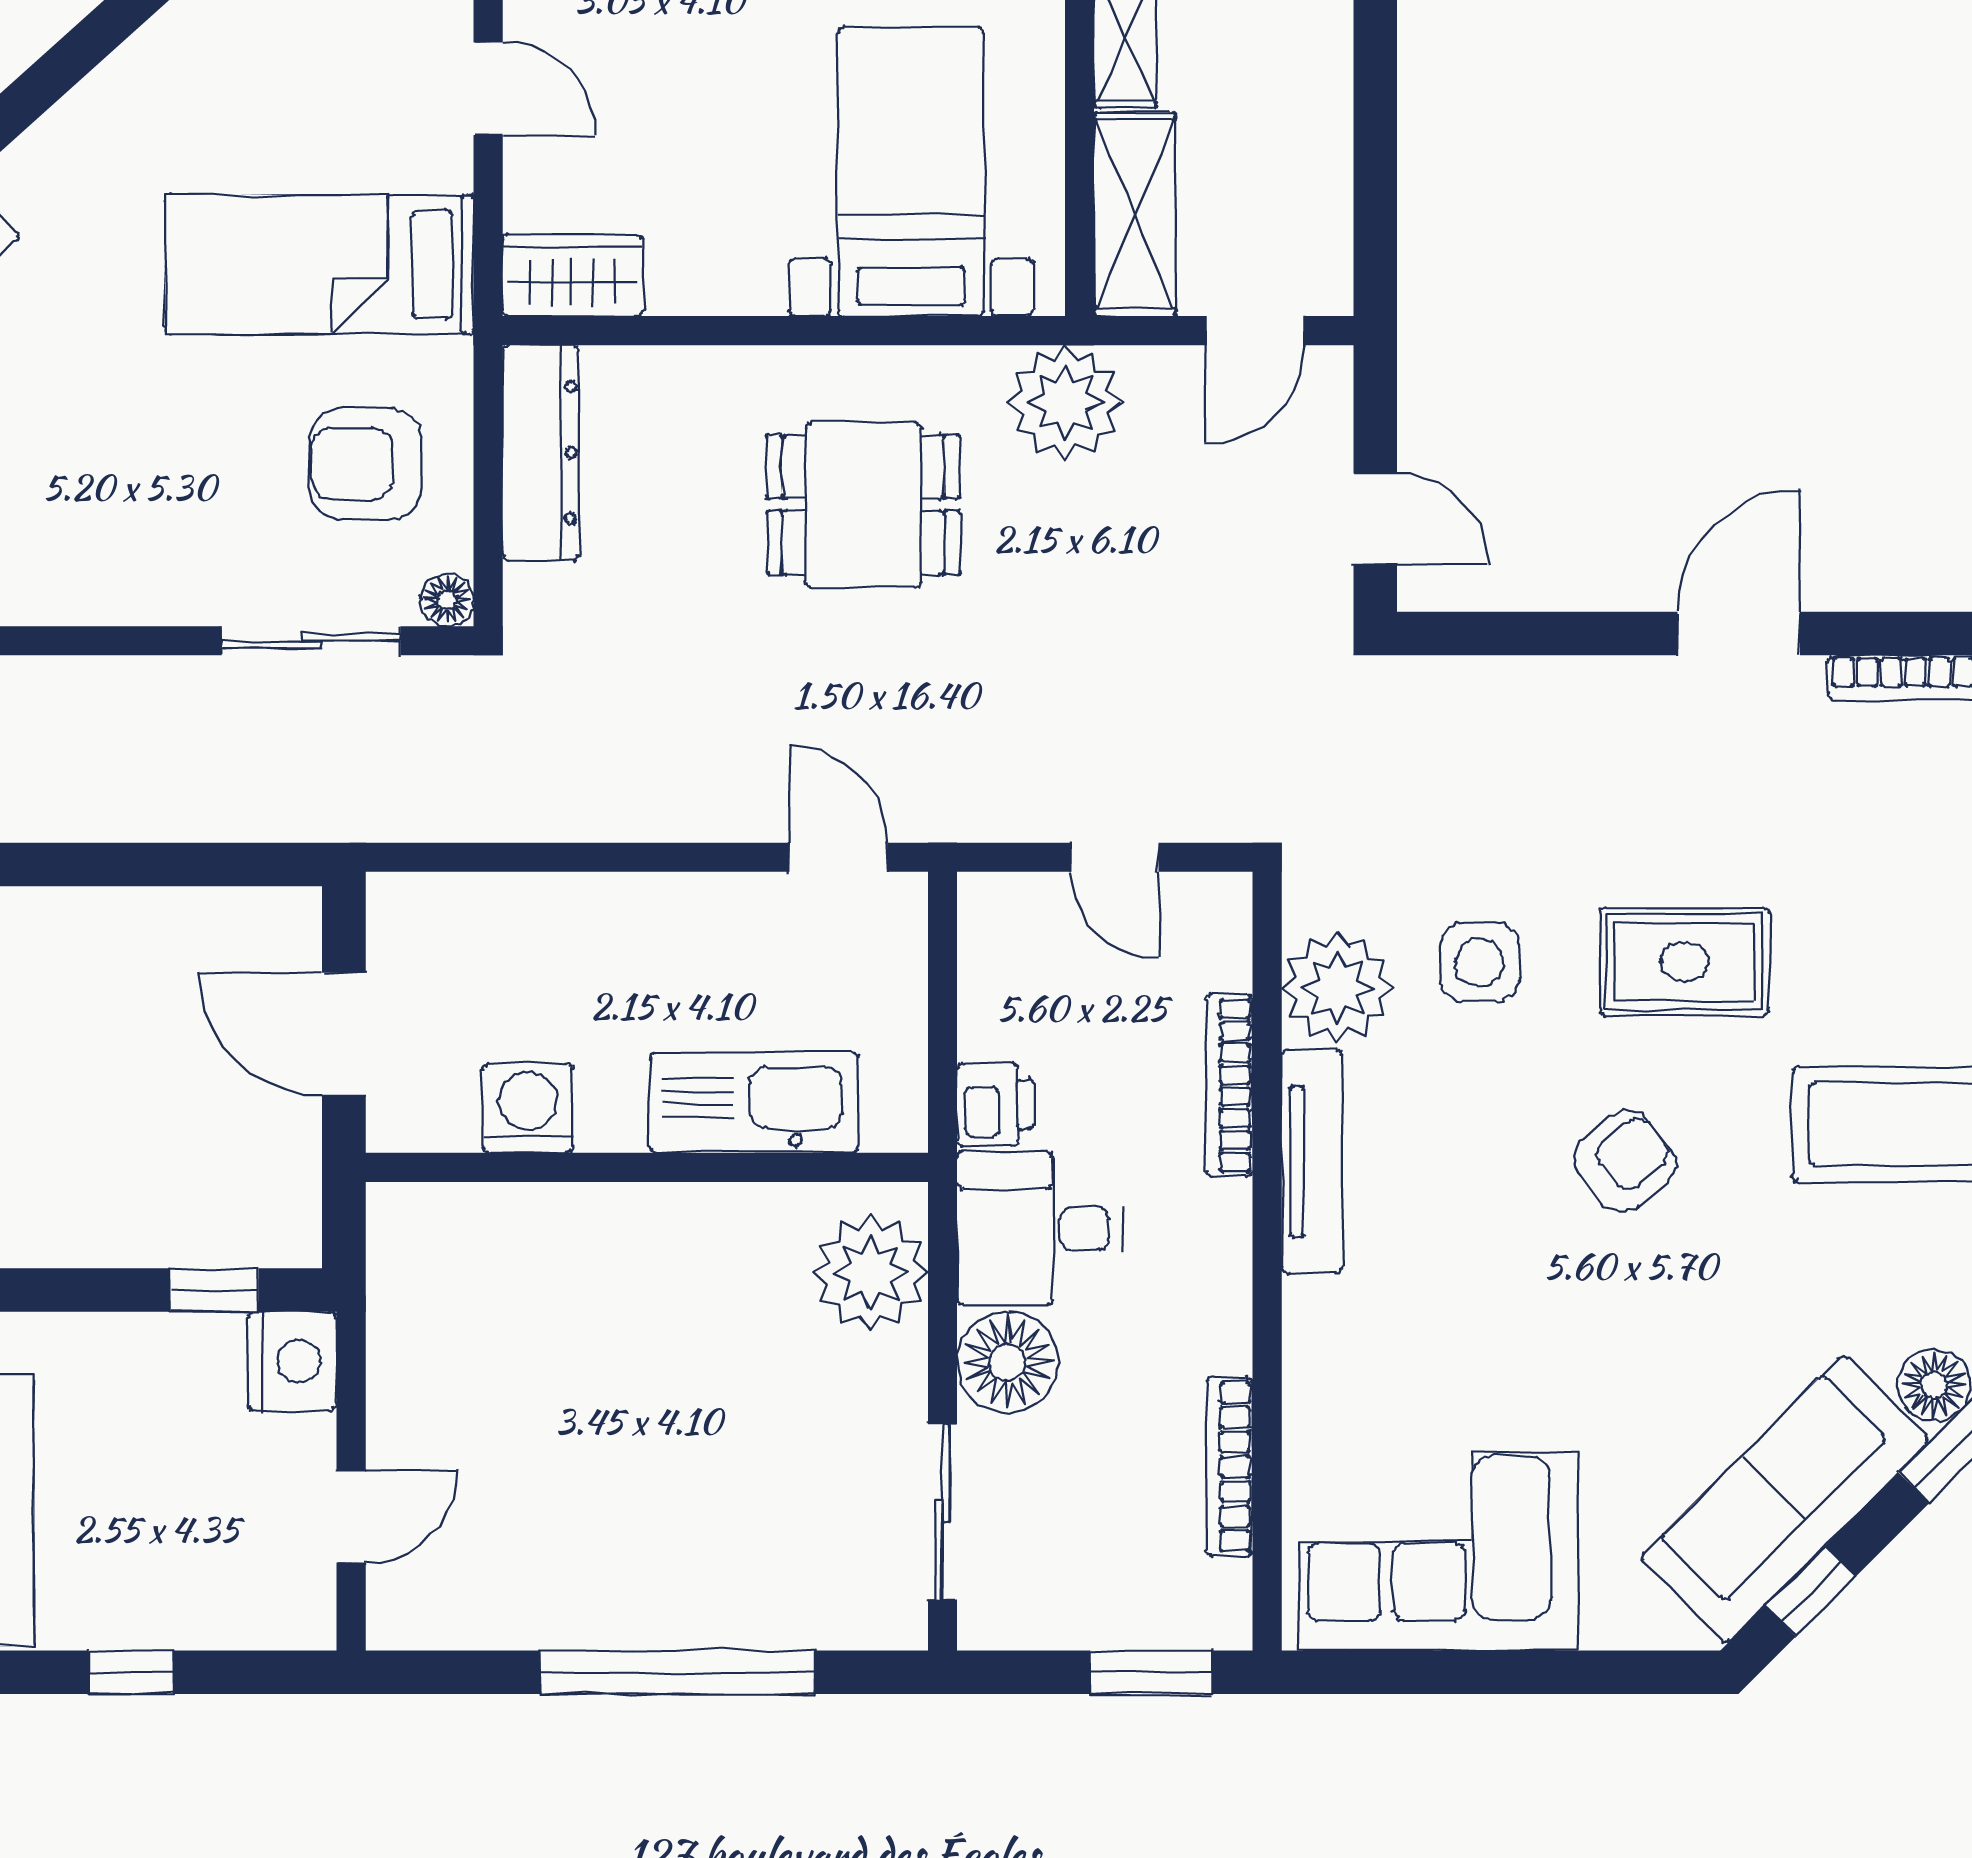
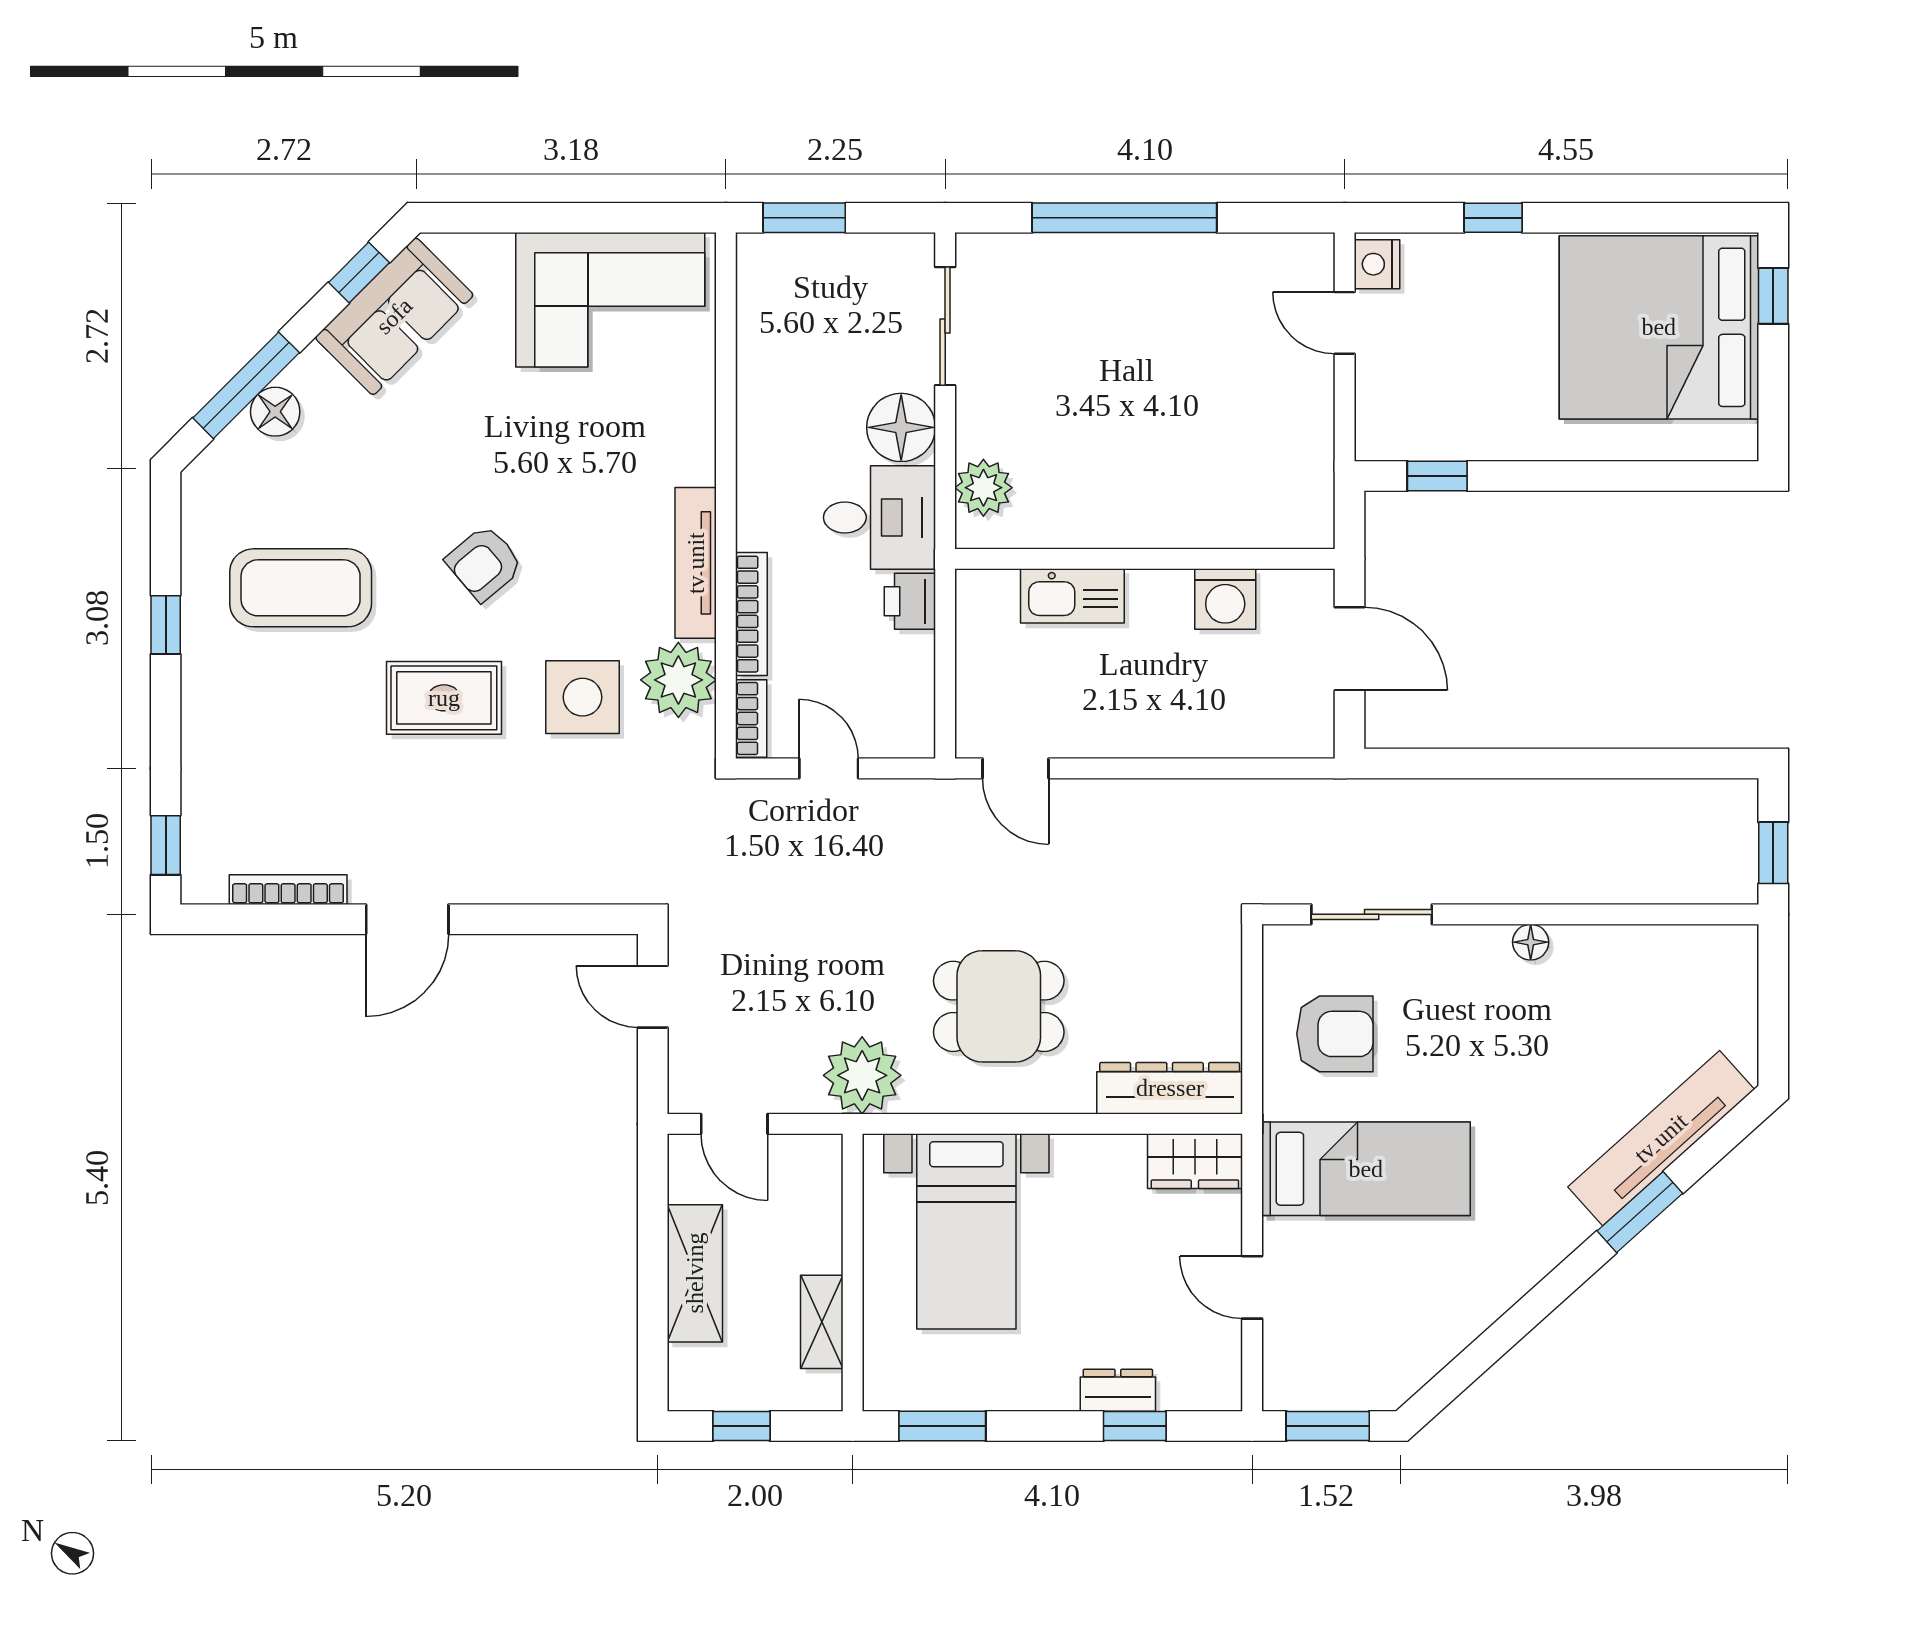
shelving: (1135, 214) -> (695, 1273), moved
door: (1255, 331) -> (734, 1124), swing flipped
dresser: (541, 453) -> (1170, 1088), moved, turned 90
floor lamp: (447, 600) -> (1531, 942), moved
side table: (1479, 963) -> (582, 697), width x1.37, depth x1.37
kitchen sink: (754, 1103) -> (1072, 596), width x0.73, depth x0.81
plant: (870, 1273) -> (983, 488), width x0.73, depth x0.73
nightstand: (292, 1361) -> (1377, 264), moved, width x0.74, depth x0.75
bookcase: (1230, 1467) -> (751, 718), moved, width x0.64
sofa: (1785, 1499) -> (394, 316), width x0.73
door: (351, 1517) -> (1345, 323), hinge flipped

